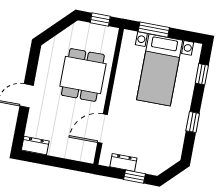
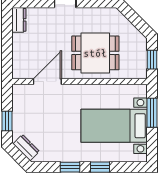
window: (202, 74) -> (100, 167), moved
door: (103, 129) -> (47, 82), hinge flipped
dresser: (123, 162) -> (26, 148), moved, turned -45

